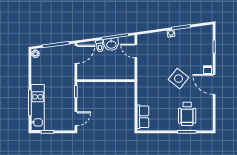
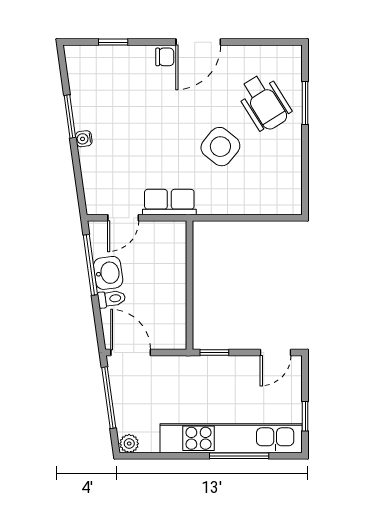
side table: (179, 79) -> (220, 147), moved
kitchen unit: (38, 107) -> (231, 438), width x1.36
wheelchair: (187, 114) -> (264, 103), turned 58
row of seats: (143, 117) -> (169, 202), moved
door: (76, 119) -> (276, 352), swing flipped

